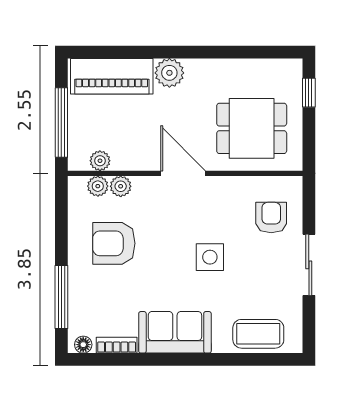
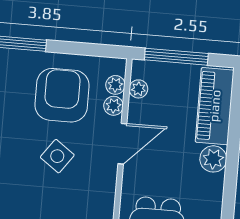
door: (183, 173) -> (122, 144), moved
armchair: (114, 243) -> (62, 95), width x1.36, depth x1.36
side table: (210, 257) -> (57, 156), moved, turned 36

